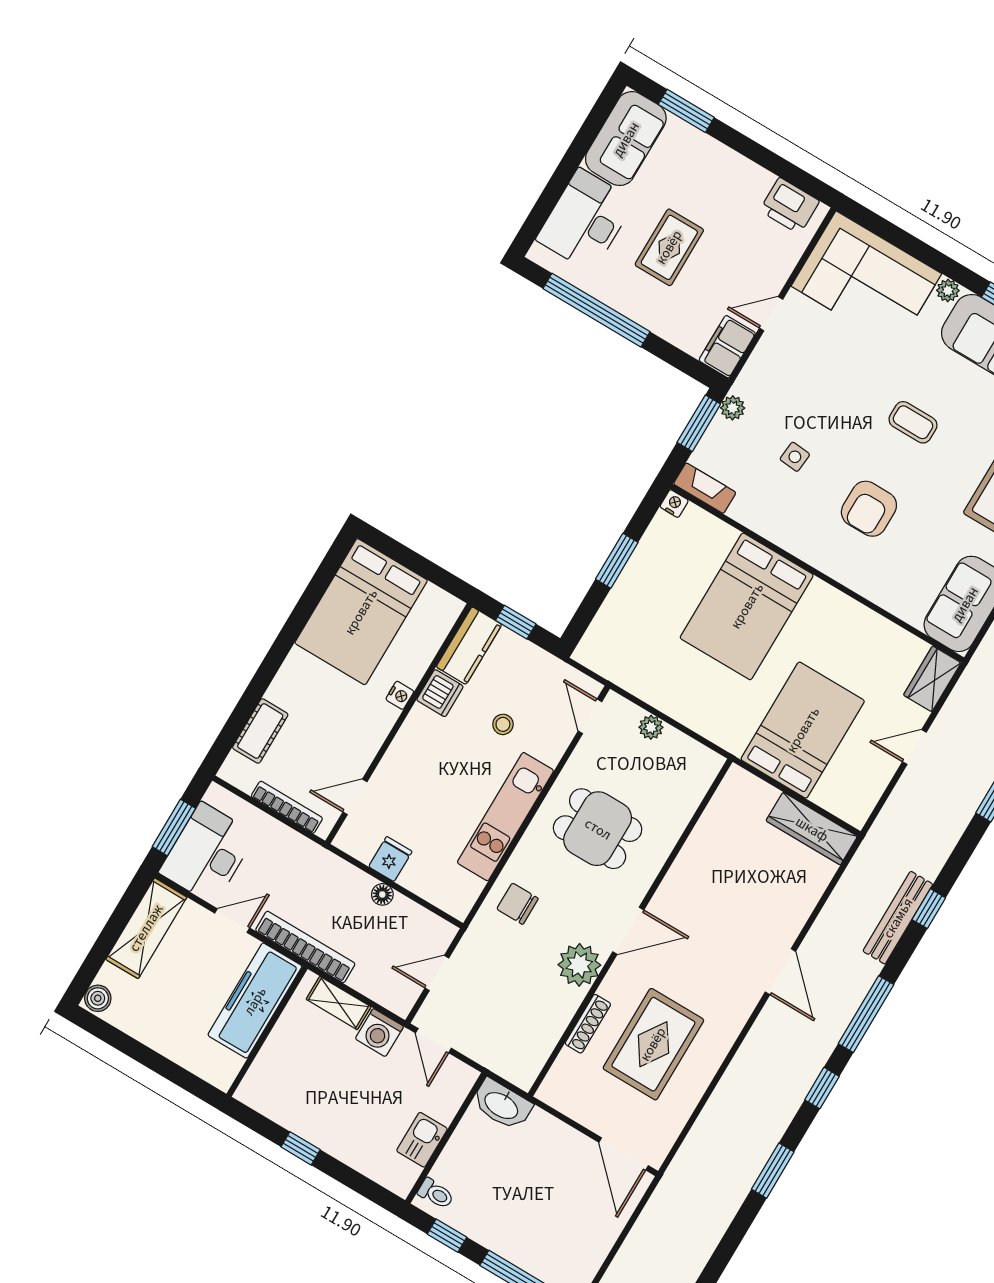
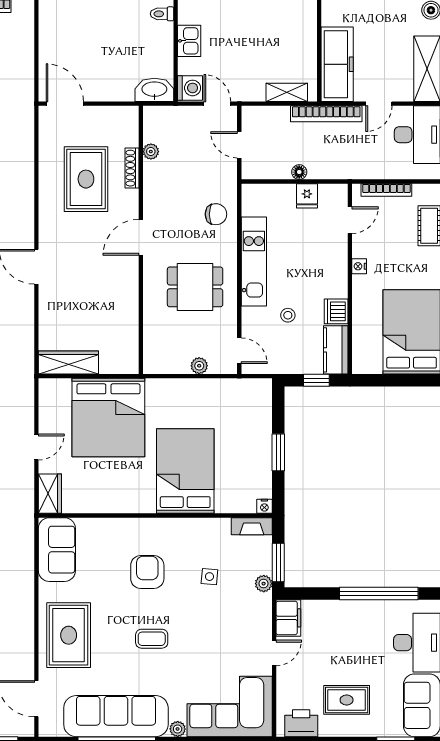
rug: (669, 247) -> (347, 700), moved, turned 90
nightstand: (400, 695) -> (359, 266), moved
bed: (803, 730) -> (108, 418), width x1.36
plant: (579, 965) -> (151, 152), moved, width x0.53, depth x0.53
door: (437, 973) -> (239, 145), swing flipped
washing machine: (379, 1033) -> (190, 88), moved, turned 90

